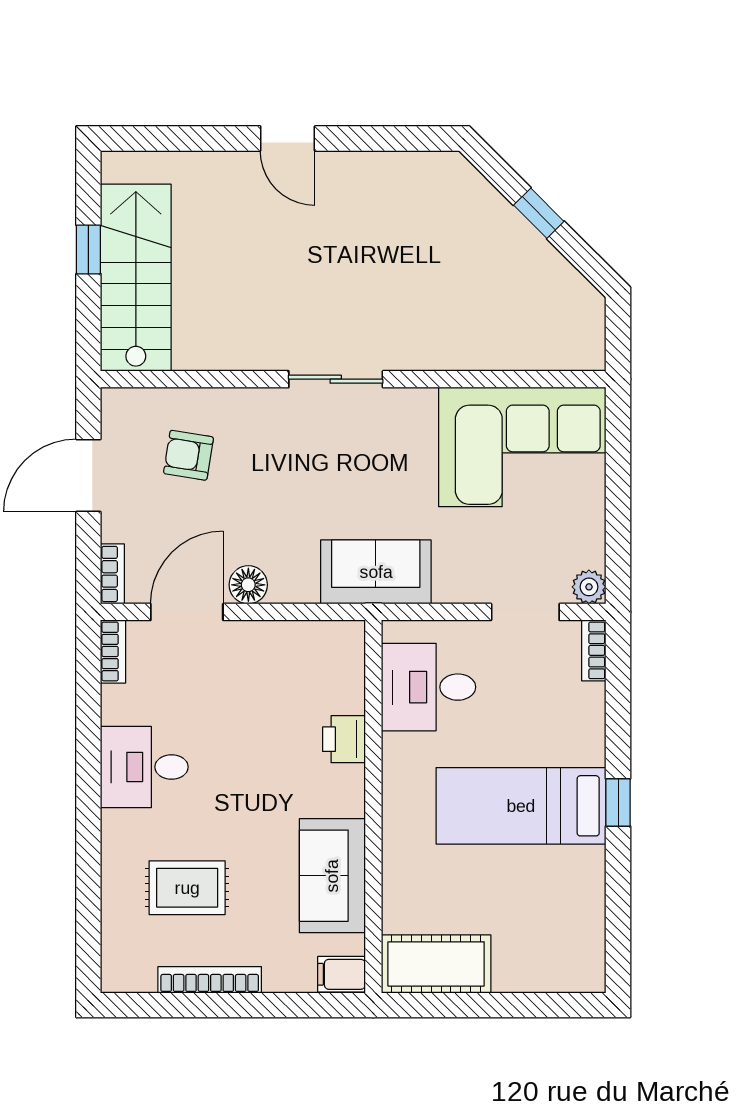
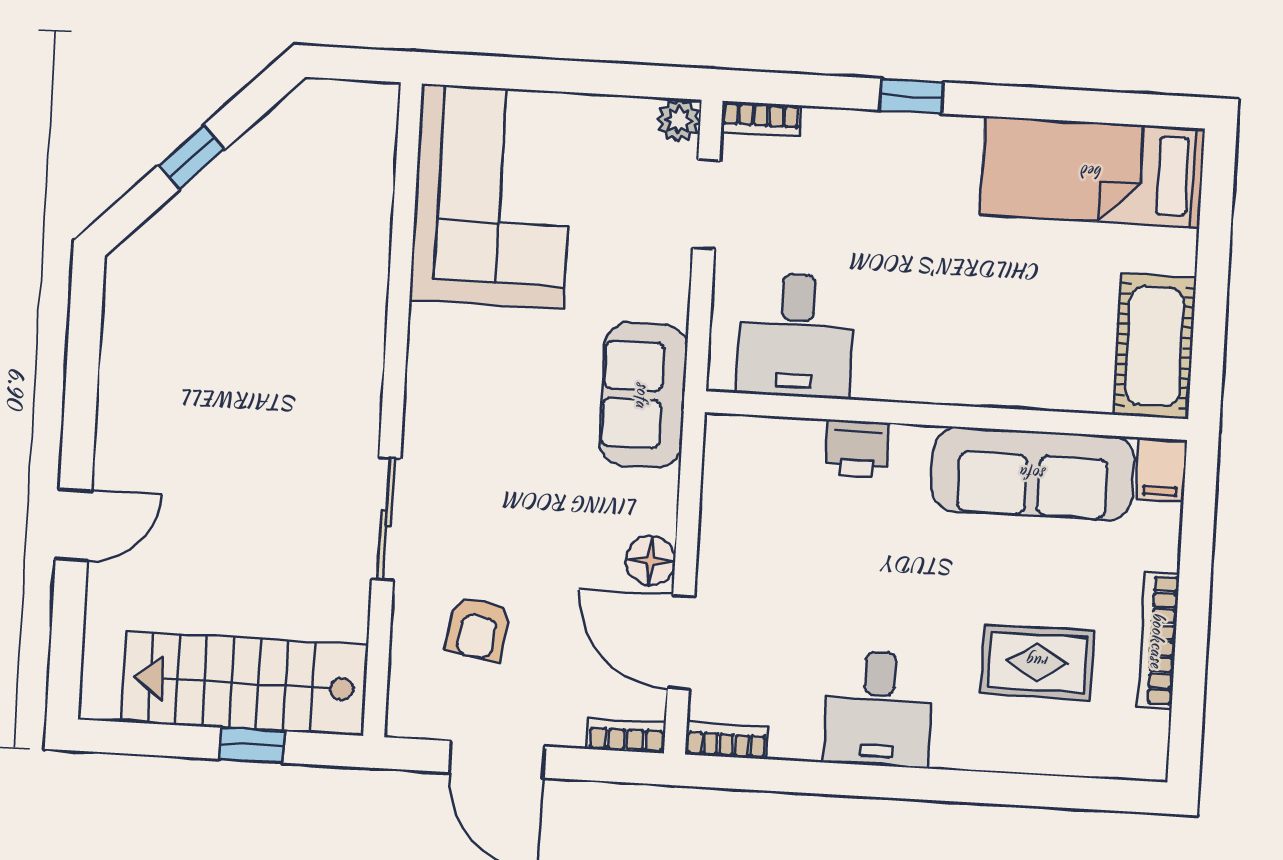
door: (288, 139) -> (73, 525), moved
window: (88, 250) -> (252, 745), moved
sliding door: (336, 379) -> (386, 518), moved
window: (618, 803) -> (912, 96), moved
bed: (521, 806) -> (1092, 172), moved, turned 90
sofa: (332, 876) -> (1033, 474), width x1.36
rug: (187, 888) -> (1038, 662), turned 90

